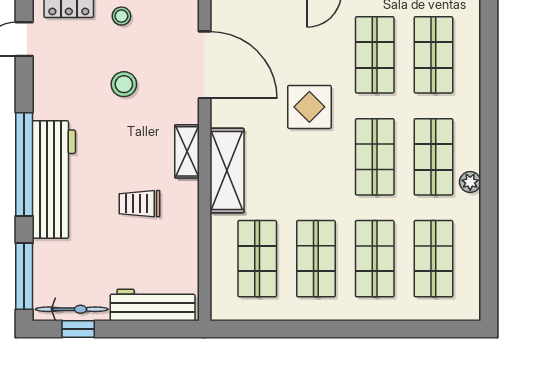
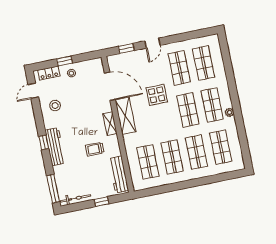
stool: (124, 84) -> (55, 105), moved
window: (24, 164) -> (44, 142), width x0.32
shelving: (227, 170) -> (125, 116), moved
workbench: (54, 179) -> (55, 147), width x0.73, depth x0.76
workbench: (153, 305) -> (119, 174), moved, turned -90
window: (78, 329) -> (102, 202), moved

